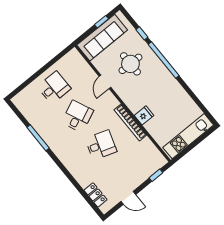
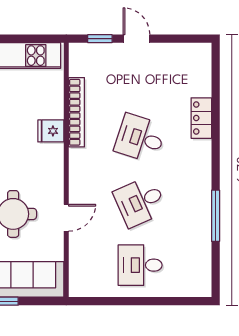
bookcase: (130, 122) -> (77, 112), moved
locker: (95, 195) -> (201, 118), moved
door: (128, 198) -> (136, 39), moved

